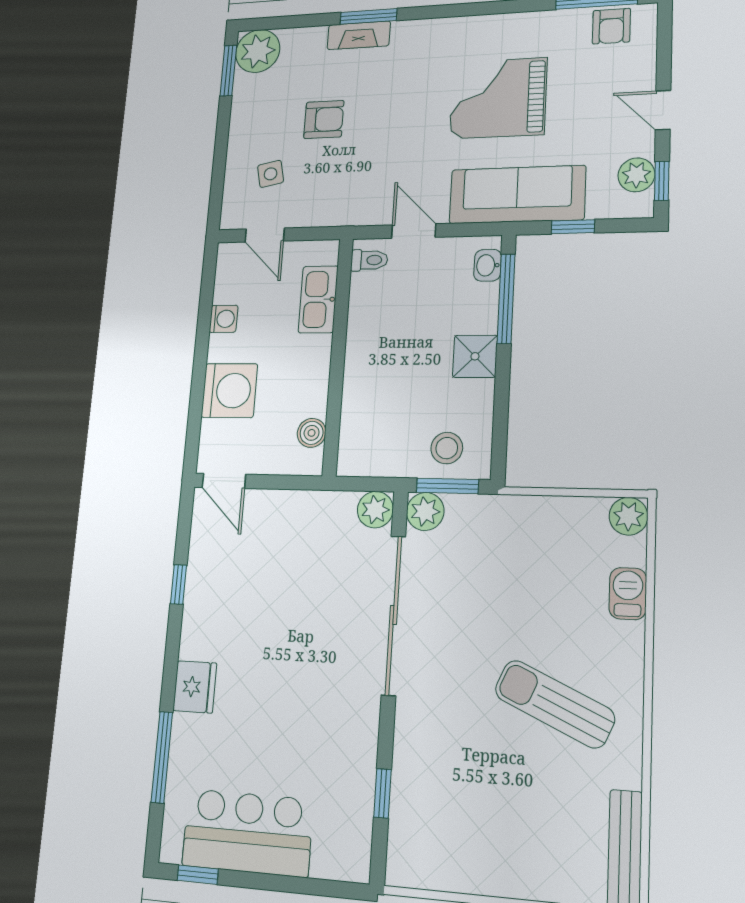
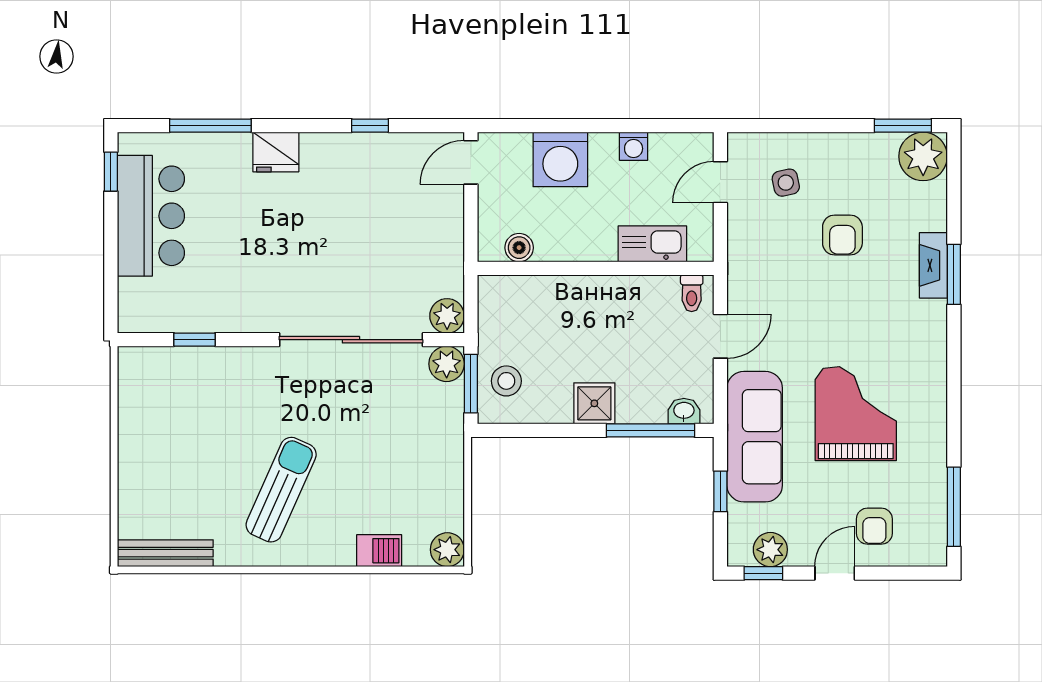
armchair: (611, 26) -> (874, 526), moved, turned -90

